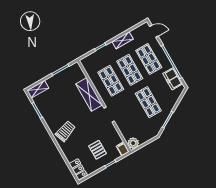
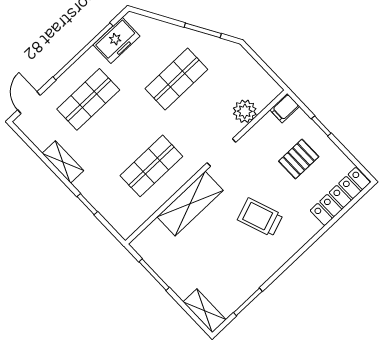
shop shelf: (130, 70) -> (120, 133), removed
trolley: (65, 131) -> (260, 217), moved
plant: (133, 143) -> (245, 111), moved
locker: (78, 169) -> (340, 196), width x1.53

